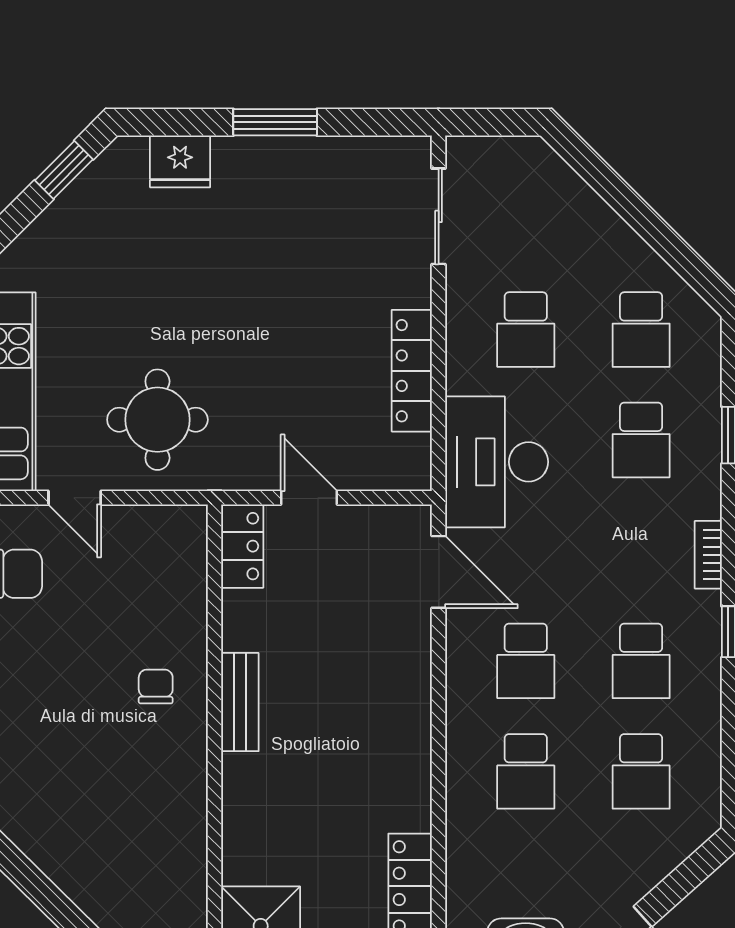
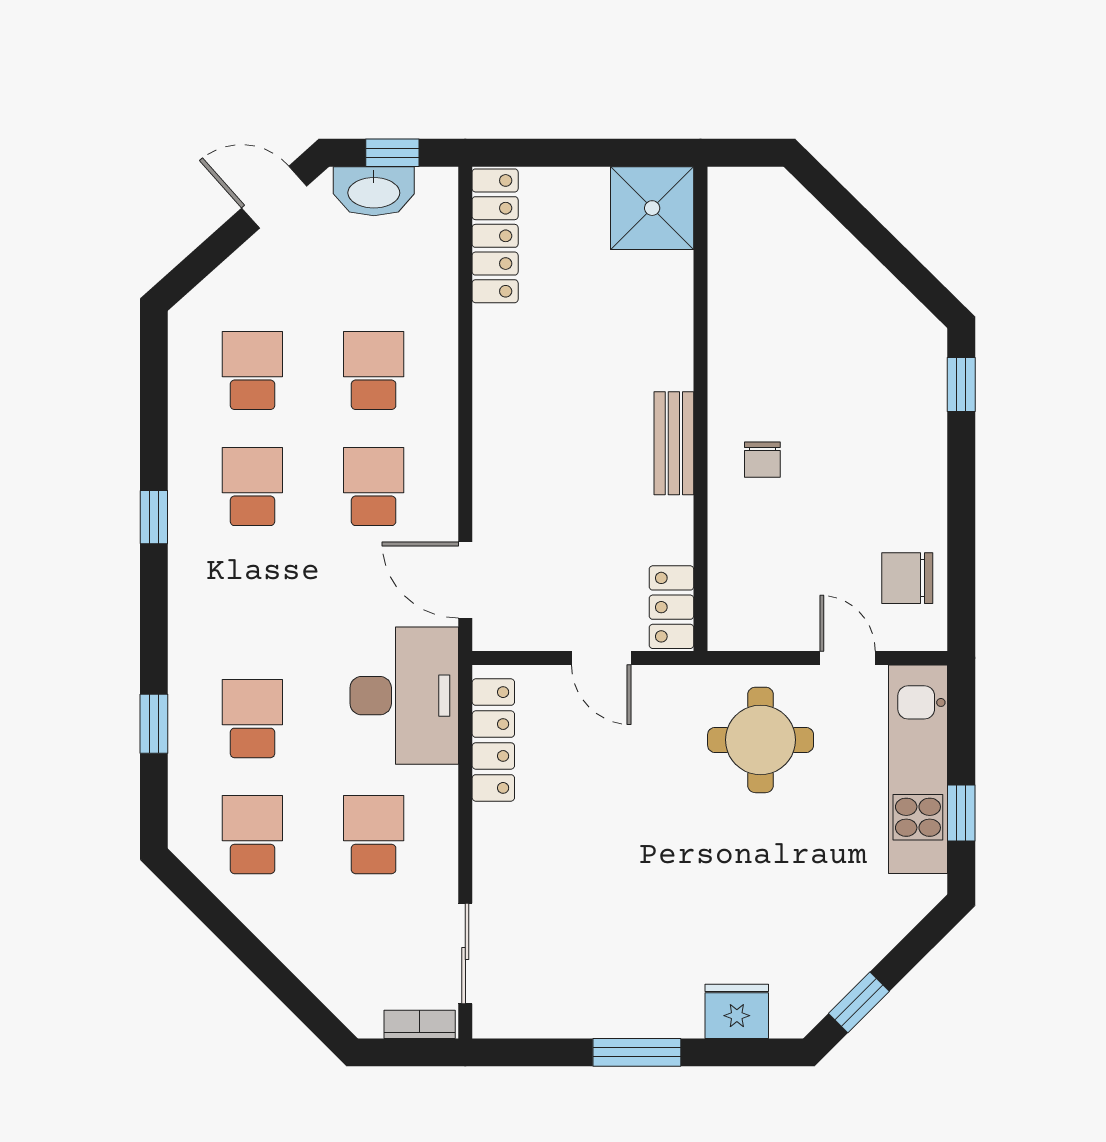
locker: (412, 371) -> (493, 740), moved
bookcase: (708, 555) -> (420, 1024), moved, turned -90

